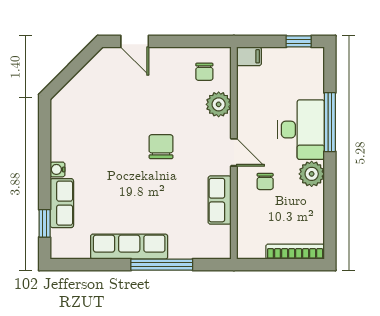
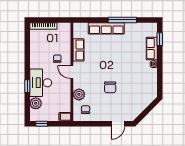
door: (135, 41) -> (118, 124), swing flipped
window: (330, 122) -> (27, 86), width x0.46
chair: (161, 147) -> (110, 87), moved
plant: (312, 174) -> (36, 103), moved
row of seats: (129, 247) -> (106, 28), moved
window: (162, 265) -> (122, 20), moved

